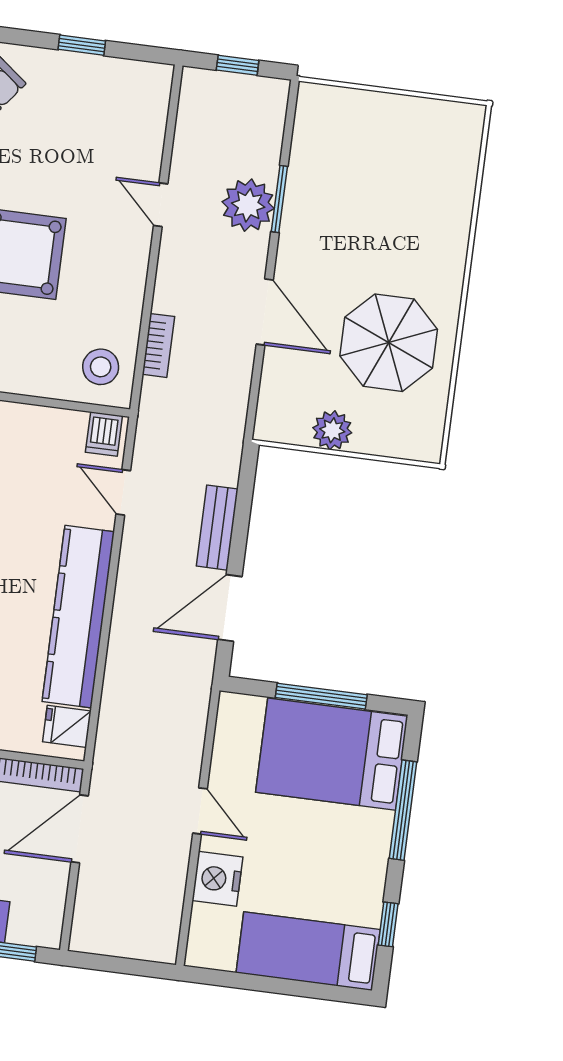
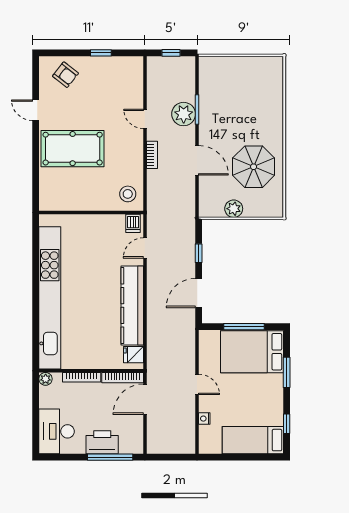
bookcase: (158, 345) -> (152, 155), moved
door: (123, 492) -> (145, 248), hinge flipped
window: (241, 519) -> (199, 253), added
bench: (217, 528) -> (188, 258), removed
window: (403, 810) -> (287, 372), width x0.69
nightstand: (217, 879) -> (204, 419), width x0.53, depth x0.56

